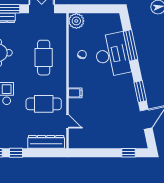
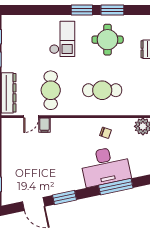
filing cabinet: (75, 93) -> (44, 125), moved

